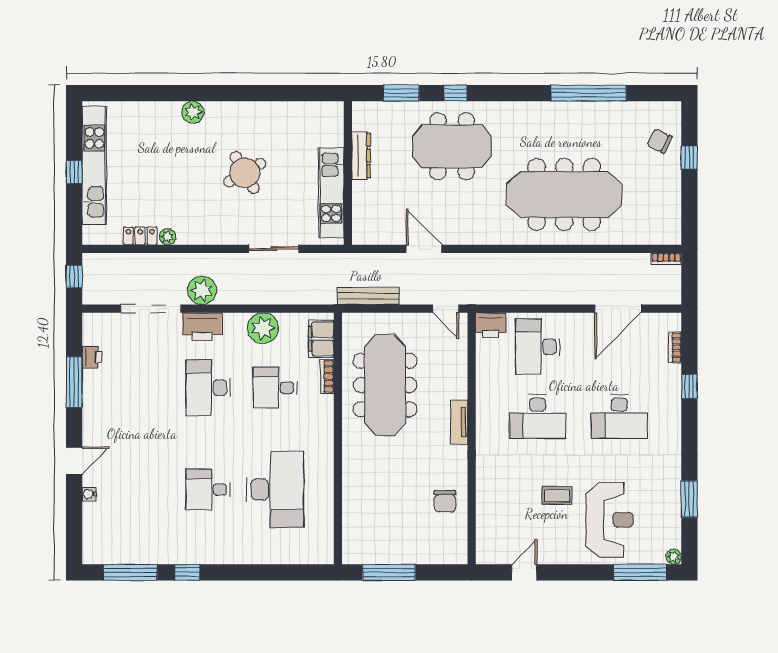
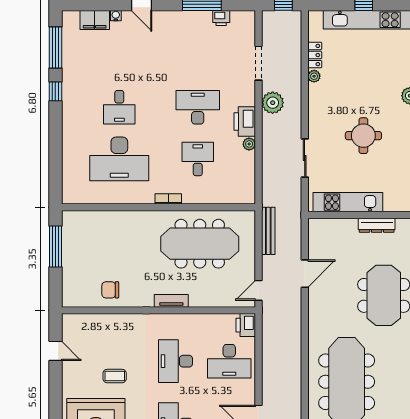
round table: (245, 173) -> (363, 136), turned 30
doorway: (151, 309) -> (259, 63), width x0.73
printer: (202, 327) -> (245, 122), moved
plant: (263, 328) -> (249, 144), width x0.53, depth x0.53
filing cabinet: (321, 339) -> (95, 20), moved, turned 180
desk: (538, 347) -> (229, 361), turned 180
bookcase: (327, 376) -> (168, 199), moved
desk: (208, 489) -> (119, 107), turned 180
coffee table: (557, 495) -> (115, 376), turned 90

